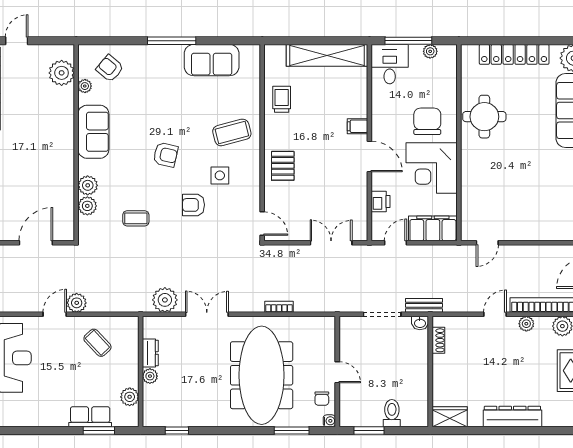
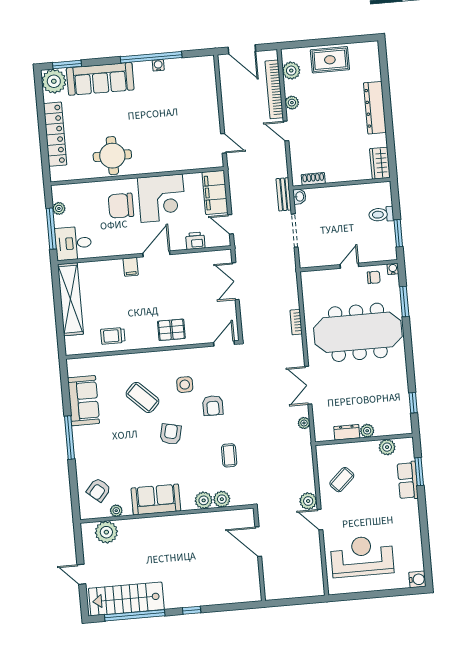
coffee table: (232, 132) -> (142, 397), moved, turned -31
plant: (165, 300) -> (304, 423), width x0.53, depth x0.53

